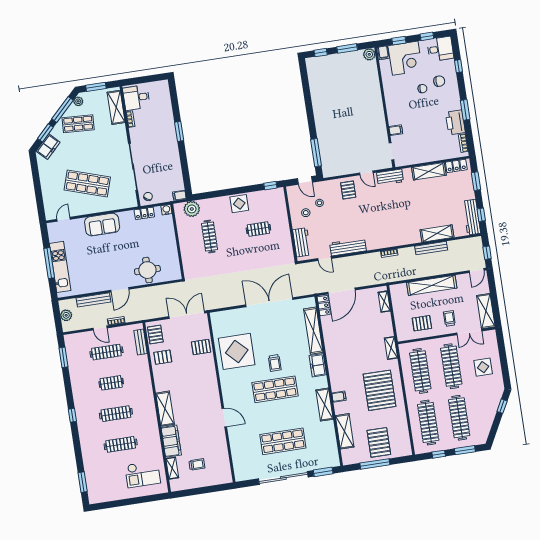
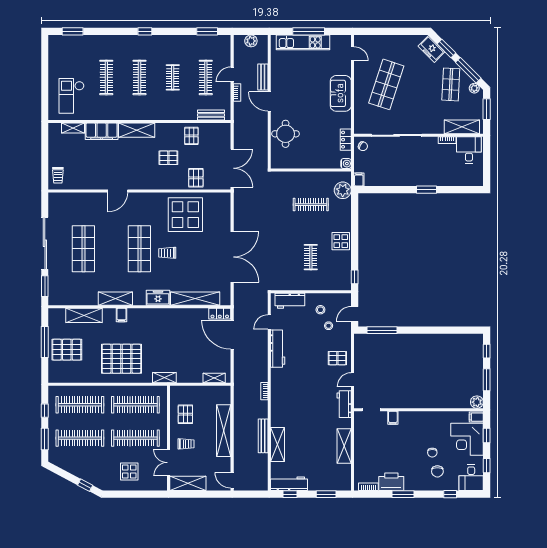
locker: (456, 166) -> (345, 476), removed
window: (487, 253) -> (249, 494), removed
bench: (93, 300) -> (263, 77), width x0.73
pallet: (155, 334) -> (168, 158), moved
trolley: (197, 464) -> (58, 175), moved

